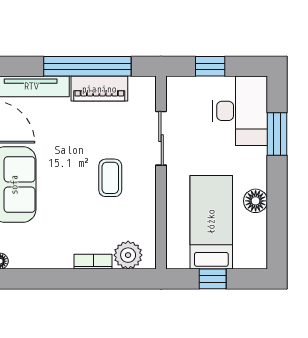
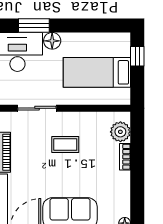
floor lamp: (256, 201) -> (52, 41), moved
window: (213, 279) -> (137, 56), moved

